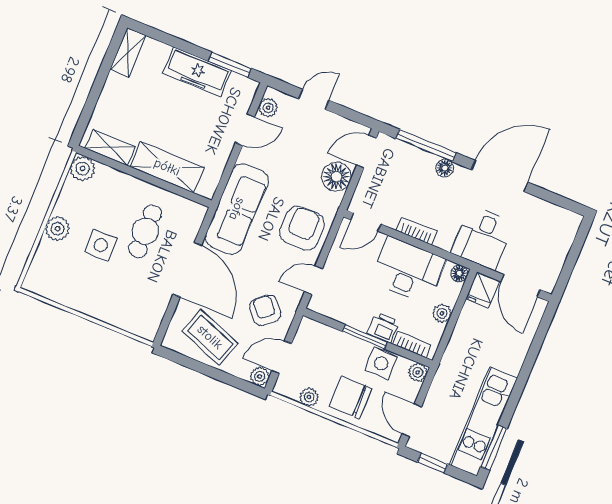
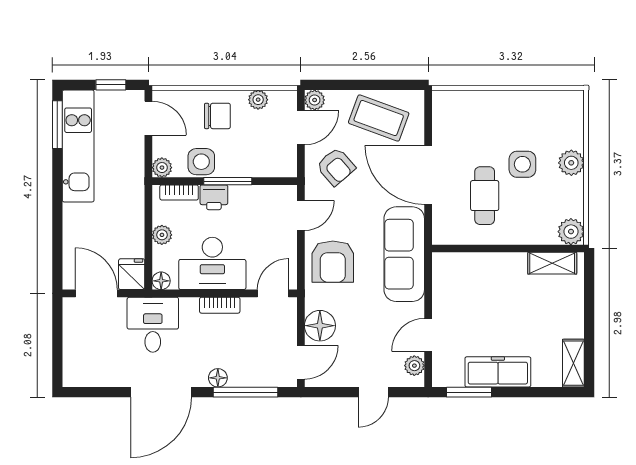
shelving: (167, 167) -> (489, 267), removed
chair: (351, 397) -> (217, 116), width x0.73, depth x0.73

